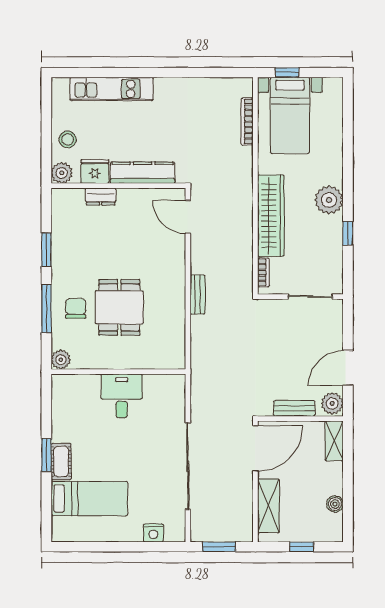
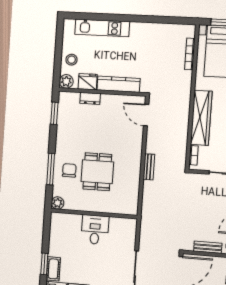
window: (46, 250) -> (54, 113), moved

